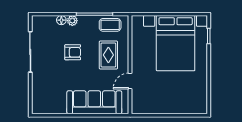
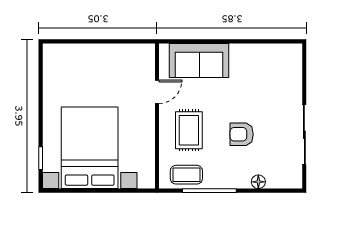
plant: (72, 21) -> (242, 181), removed
sofa: (94, 102) -> (199, 60), width x0.73

